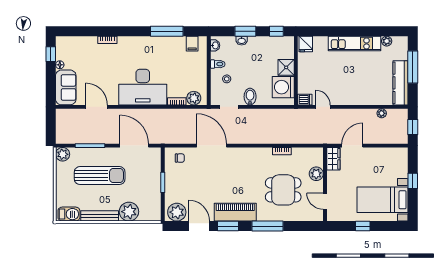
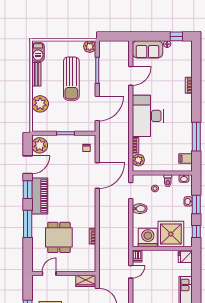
shower: (286, 67) -> (171, 234), width x1.86, depth x1.86
plant: (316, 174) -> (73, 266), removed
bench: (100, 216) -> (36, 74), width x0.73

